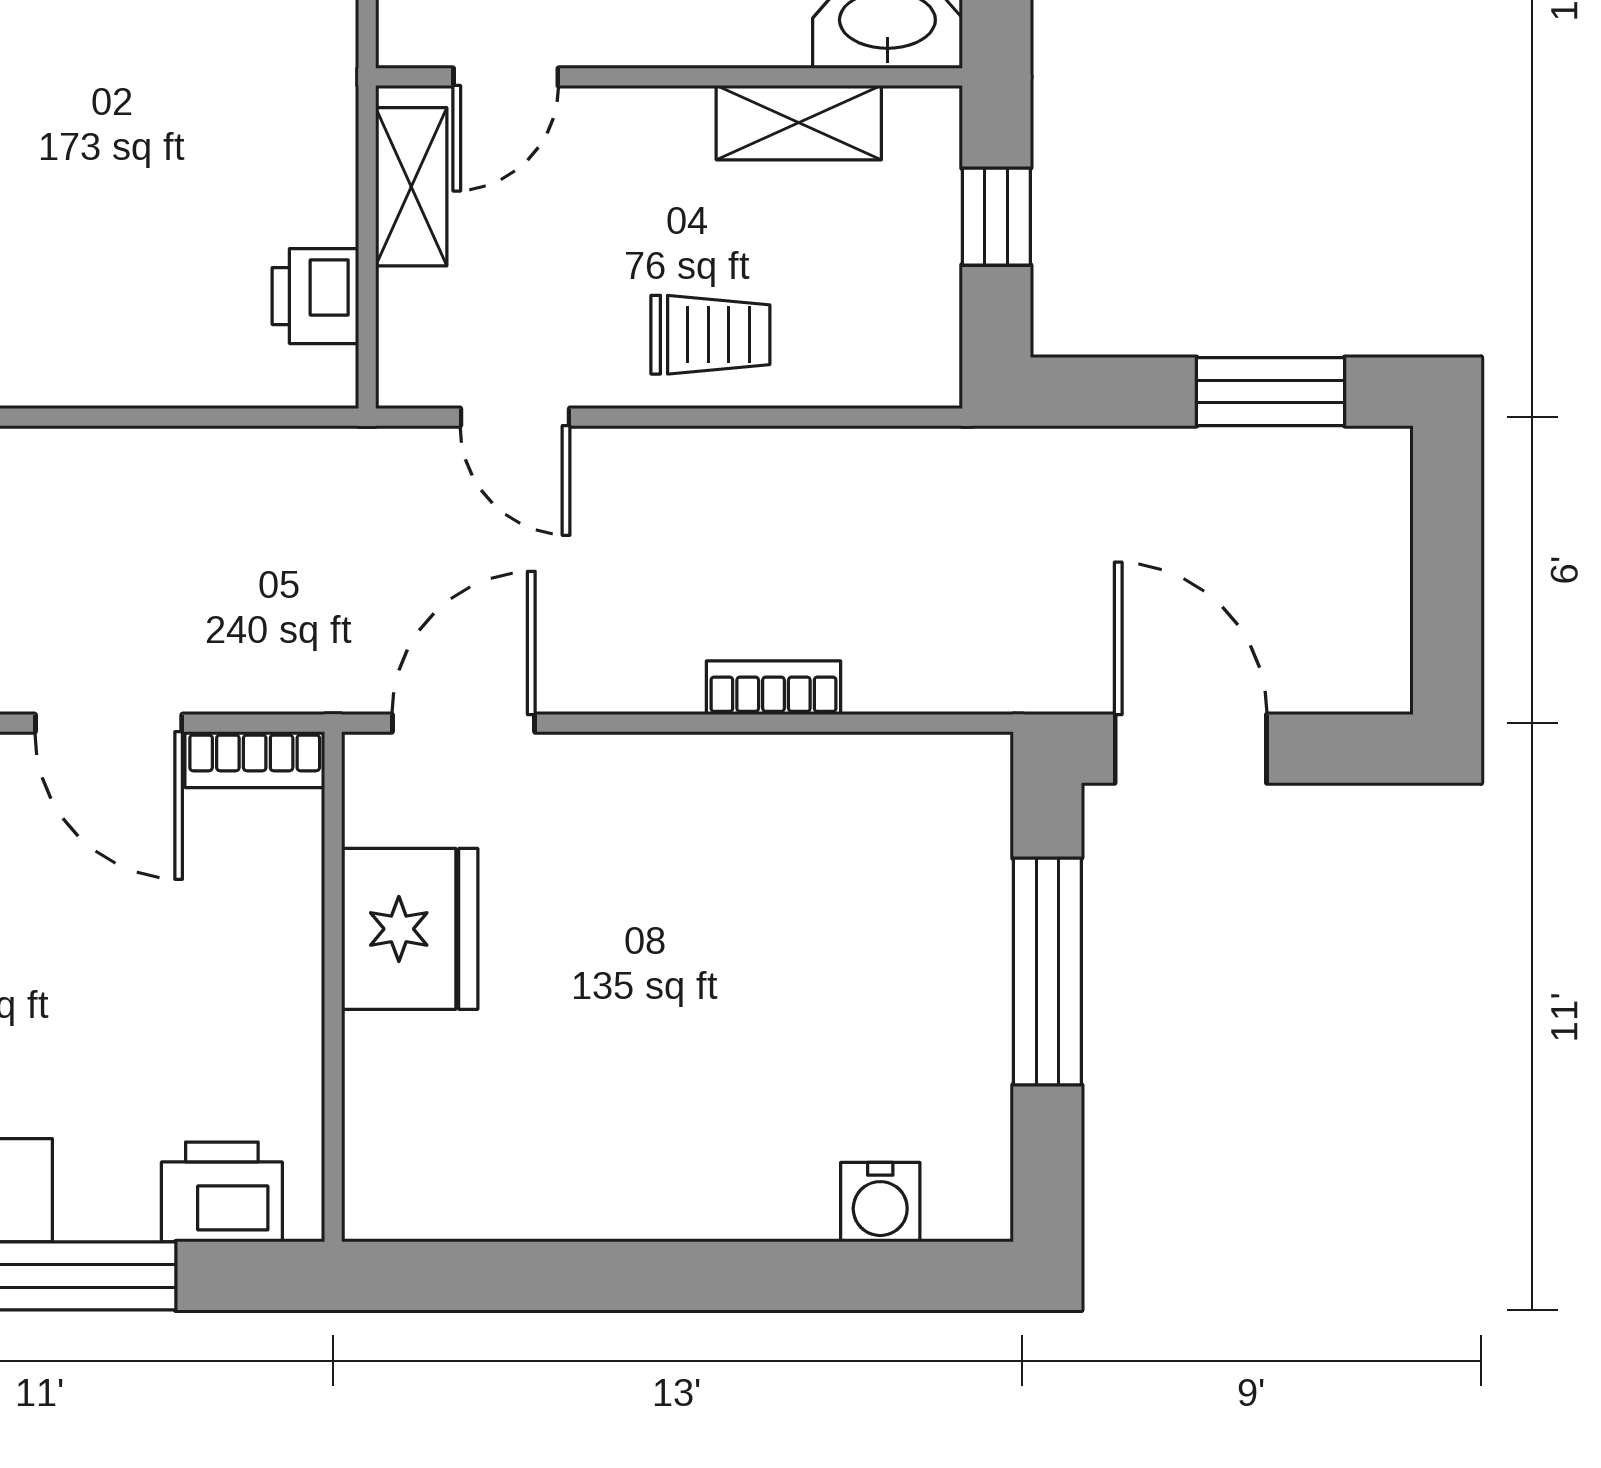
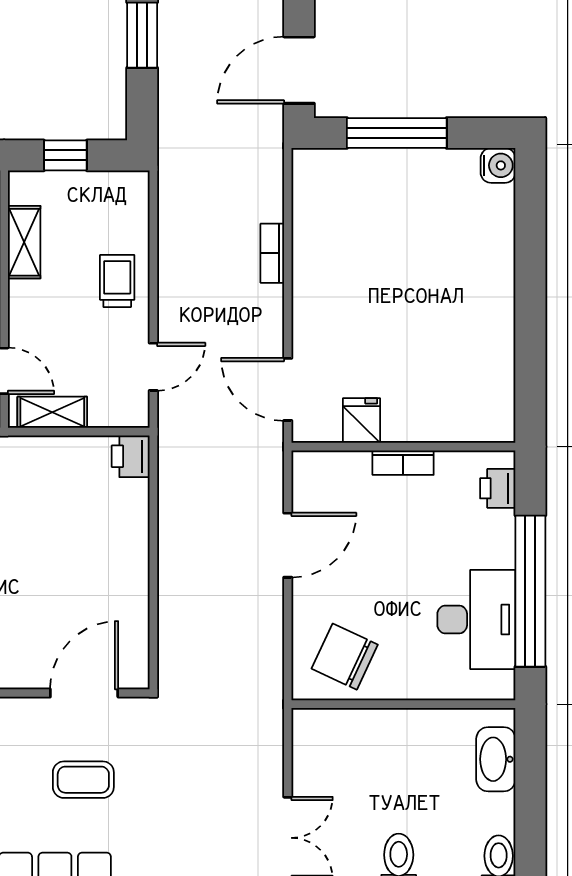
printer: (315, 296) -> (131, 456), moved, turned 90
bookcase: (255, 760) -> (403, 463), moved, turned 90
fridge: (410, 929) -> (361, 421), width x0.53, depth x0.75
printer: (222, 1192) -> (498, 488), width x0.73, depth x0.81
water cooler: (880, 1202) -> (498, 165), moved

